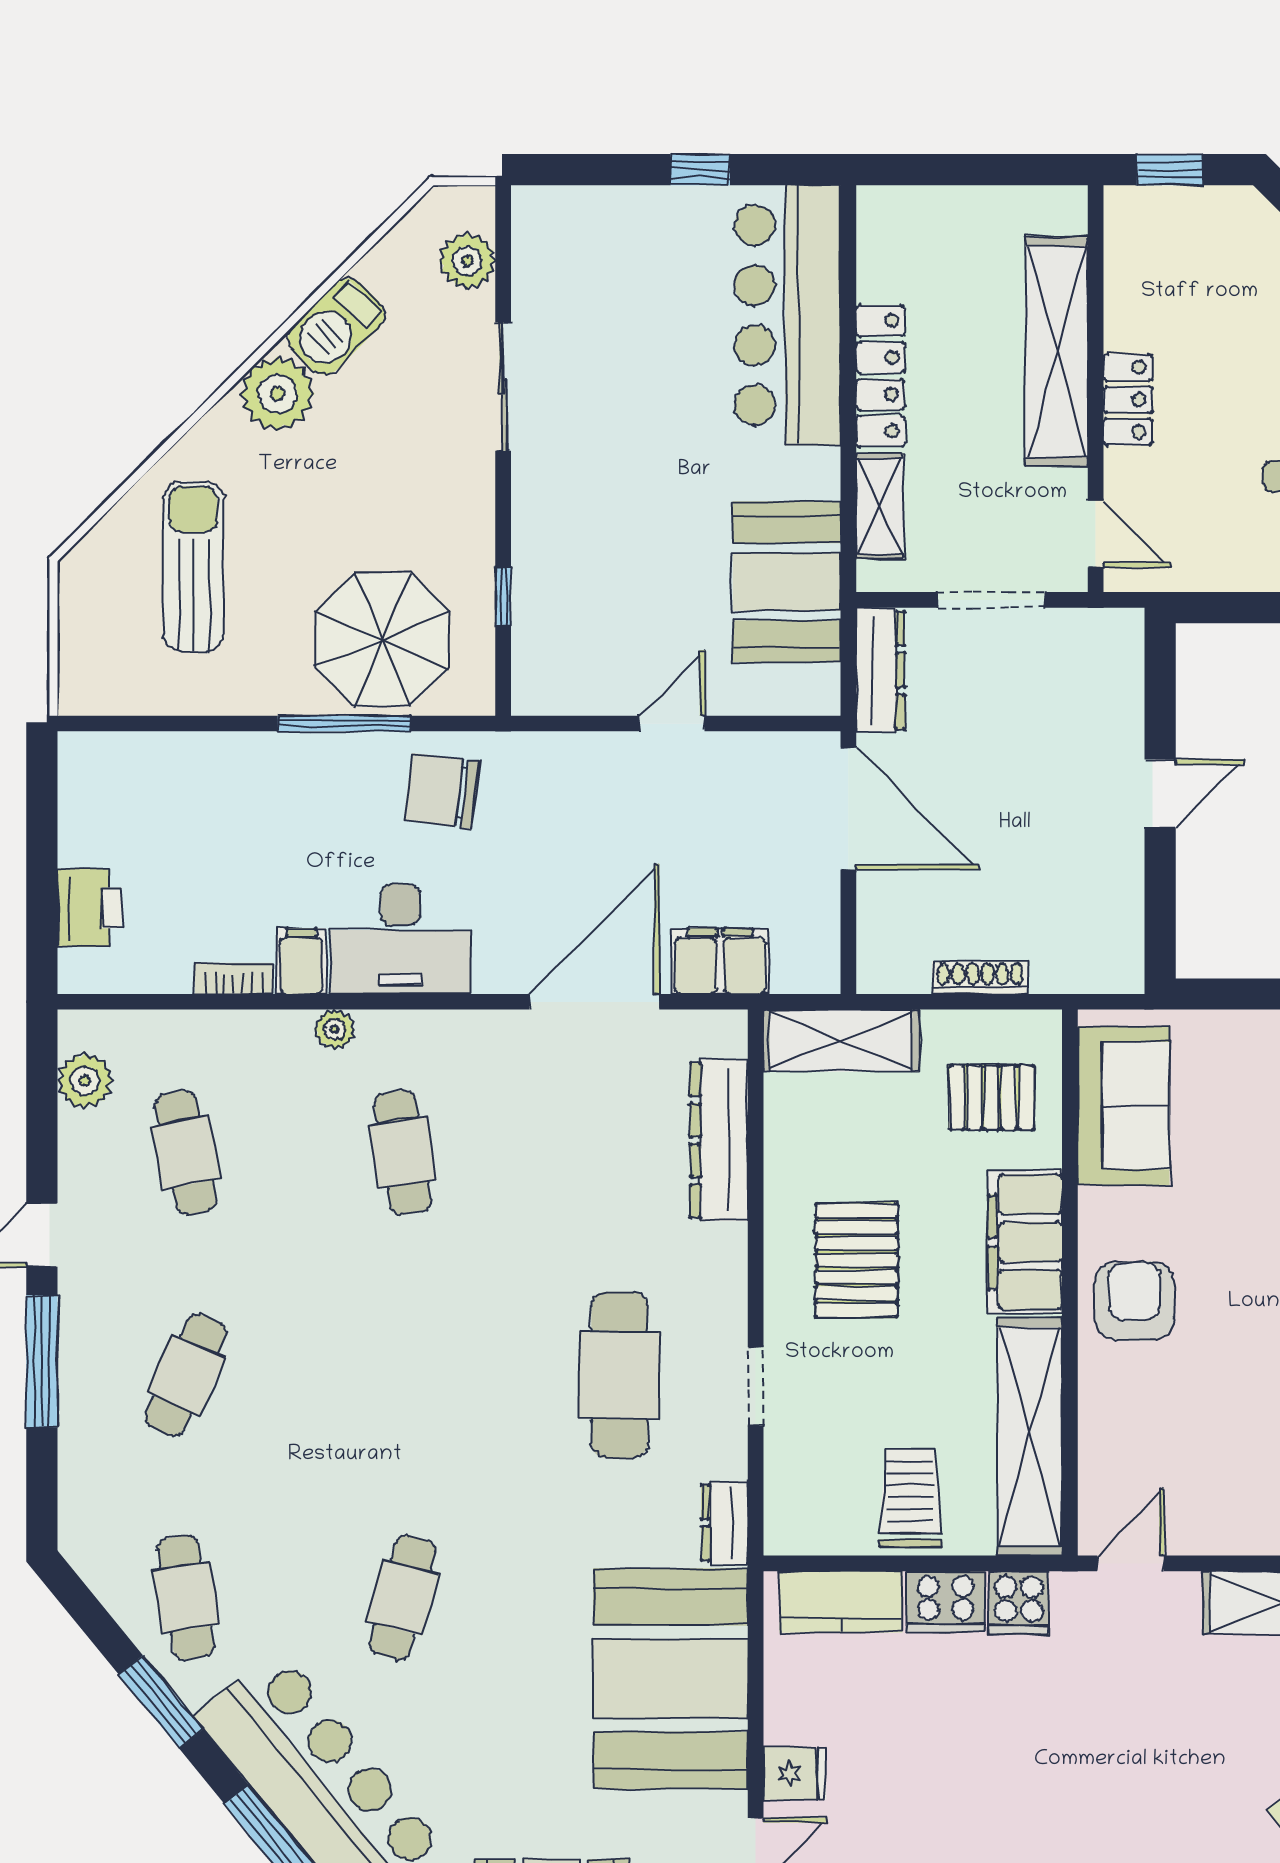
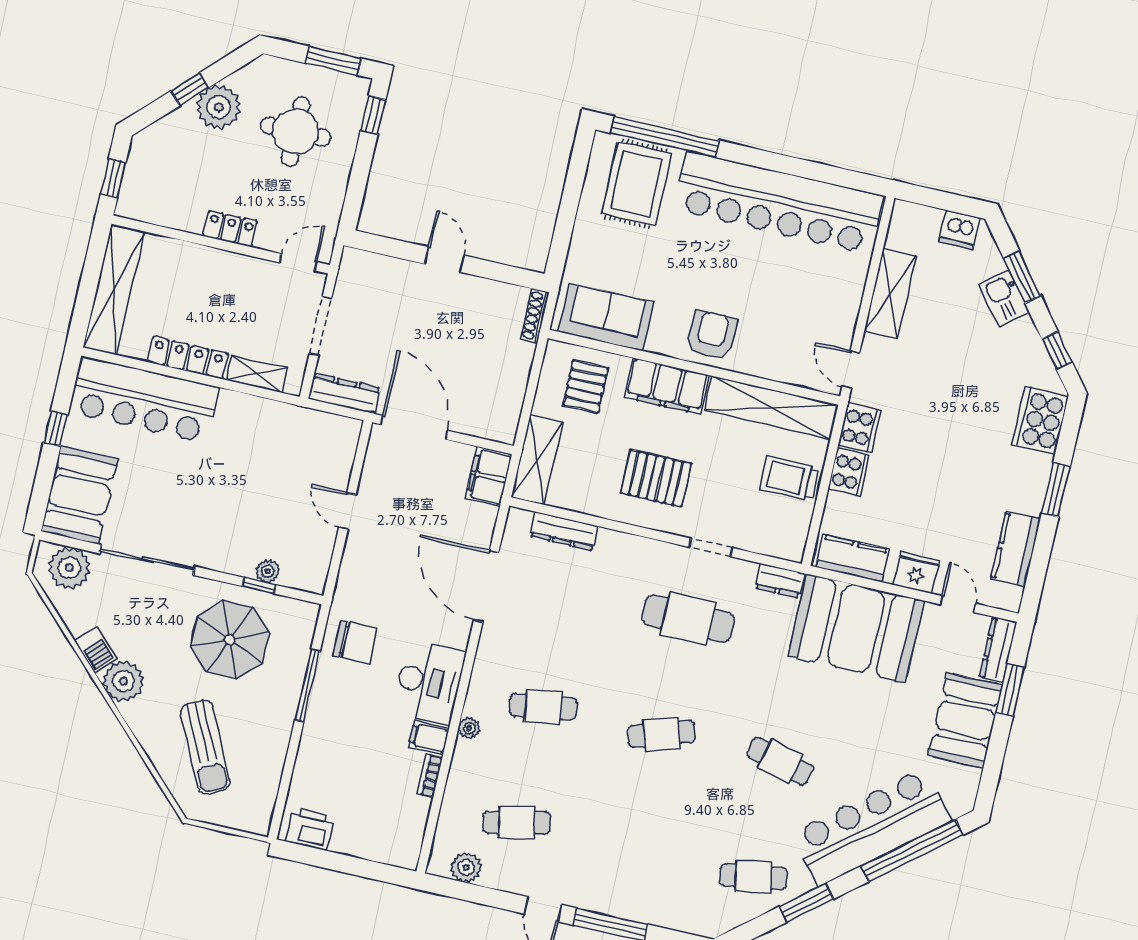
plant: (467, 261) -> (69, 568), width x1.36, depth x1.36
barbecue: (336, 326) -> (96, 650), width x0.73, depth x0.79
shelving: (1057, 352) -> (114, 290), moved, turned 90
sliding door: (503, 387) -> (147, 560), width x1.37
sun lounger: (193, 566) -> (205, 747), turned -116
booth: (787, 582) -> (79, 495), moved, turned 90
plant: (532, 606) -> (268, 571), added
parasol: (382, 639) -> (230, 640), moved
chair: (442, 791) -> (355, 642), turned -97
door: (848, 808) -> (414, 428), hinge flipped
printer: (90, 908) -> (310, 829), moved
filing cabinet: (720, 961) -> (489, 476), moved
shoe rack: (980, 978) -> (535, 316), moved
dresser: (719, 1140) -> (564, 531), width x0.73, depth x0.80
armchair: (1134, 1301) -> (712, 335), turned 90
cafe table: (186, 1375) -> (662, 734), moved, turned -42
kitchen counter: (841, 1602) -> (852, 558), moved, turned -90
cooker: (1019, 1603) -> (859, 428), width x1.36
fridge: (795, 1773) -> (916, 573), width x1.38

